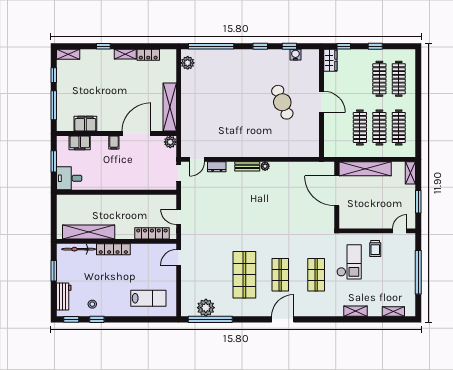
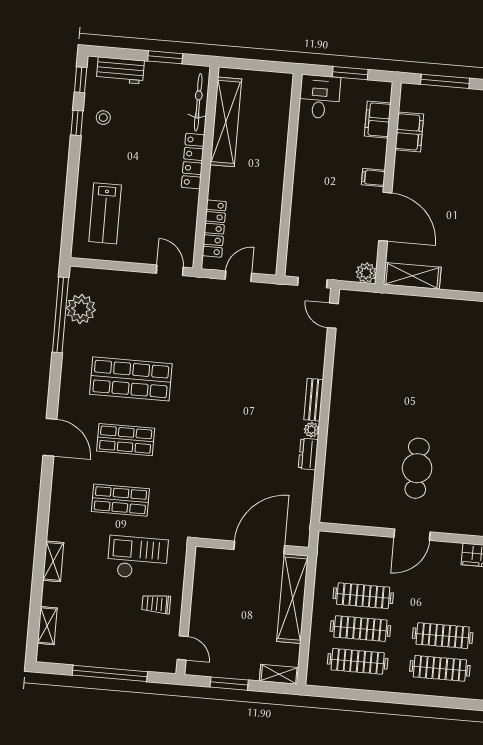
cafe table: (282, 102) -> (417, 468), turned -68
shelving: (170, 107) -> (412, 276), width x0.68
dresser: (217, 167) -> (308, 454), moved
checkout: (349, 262) -> (137, 558), turned 180

